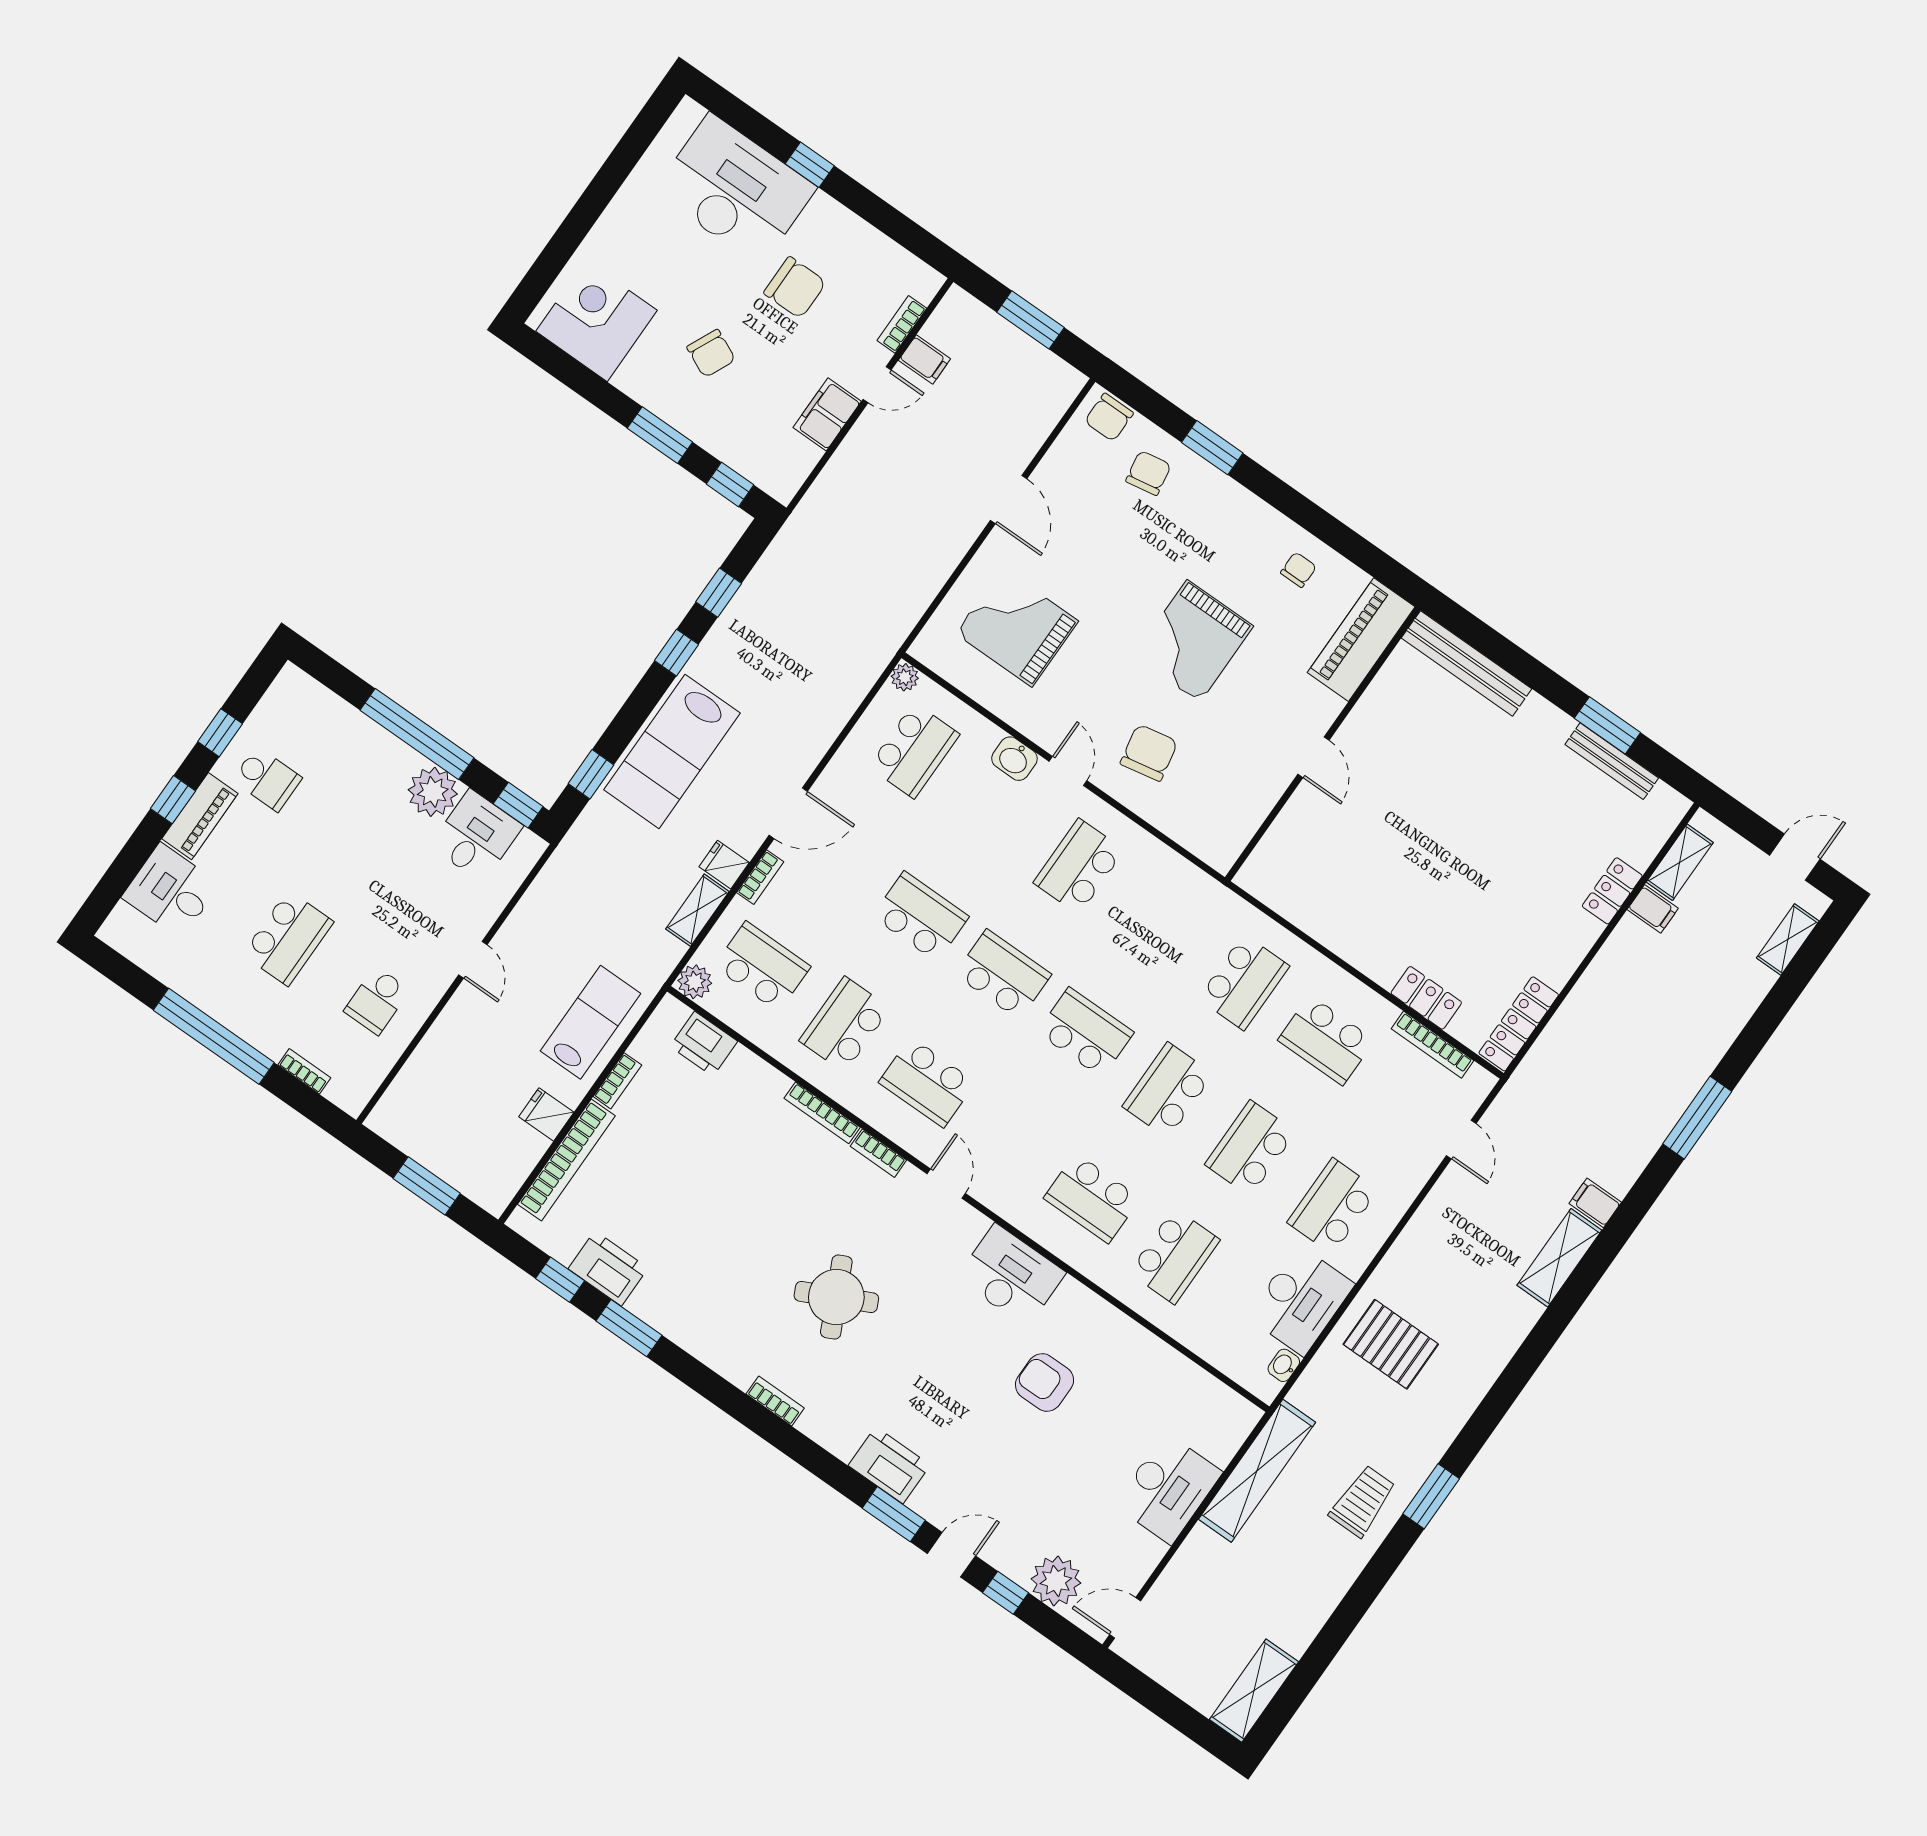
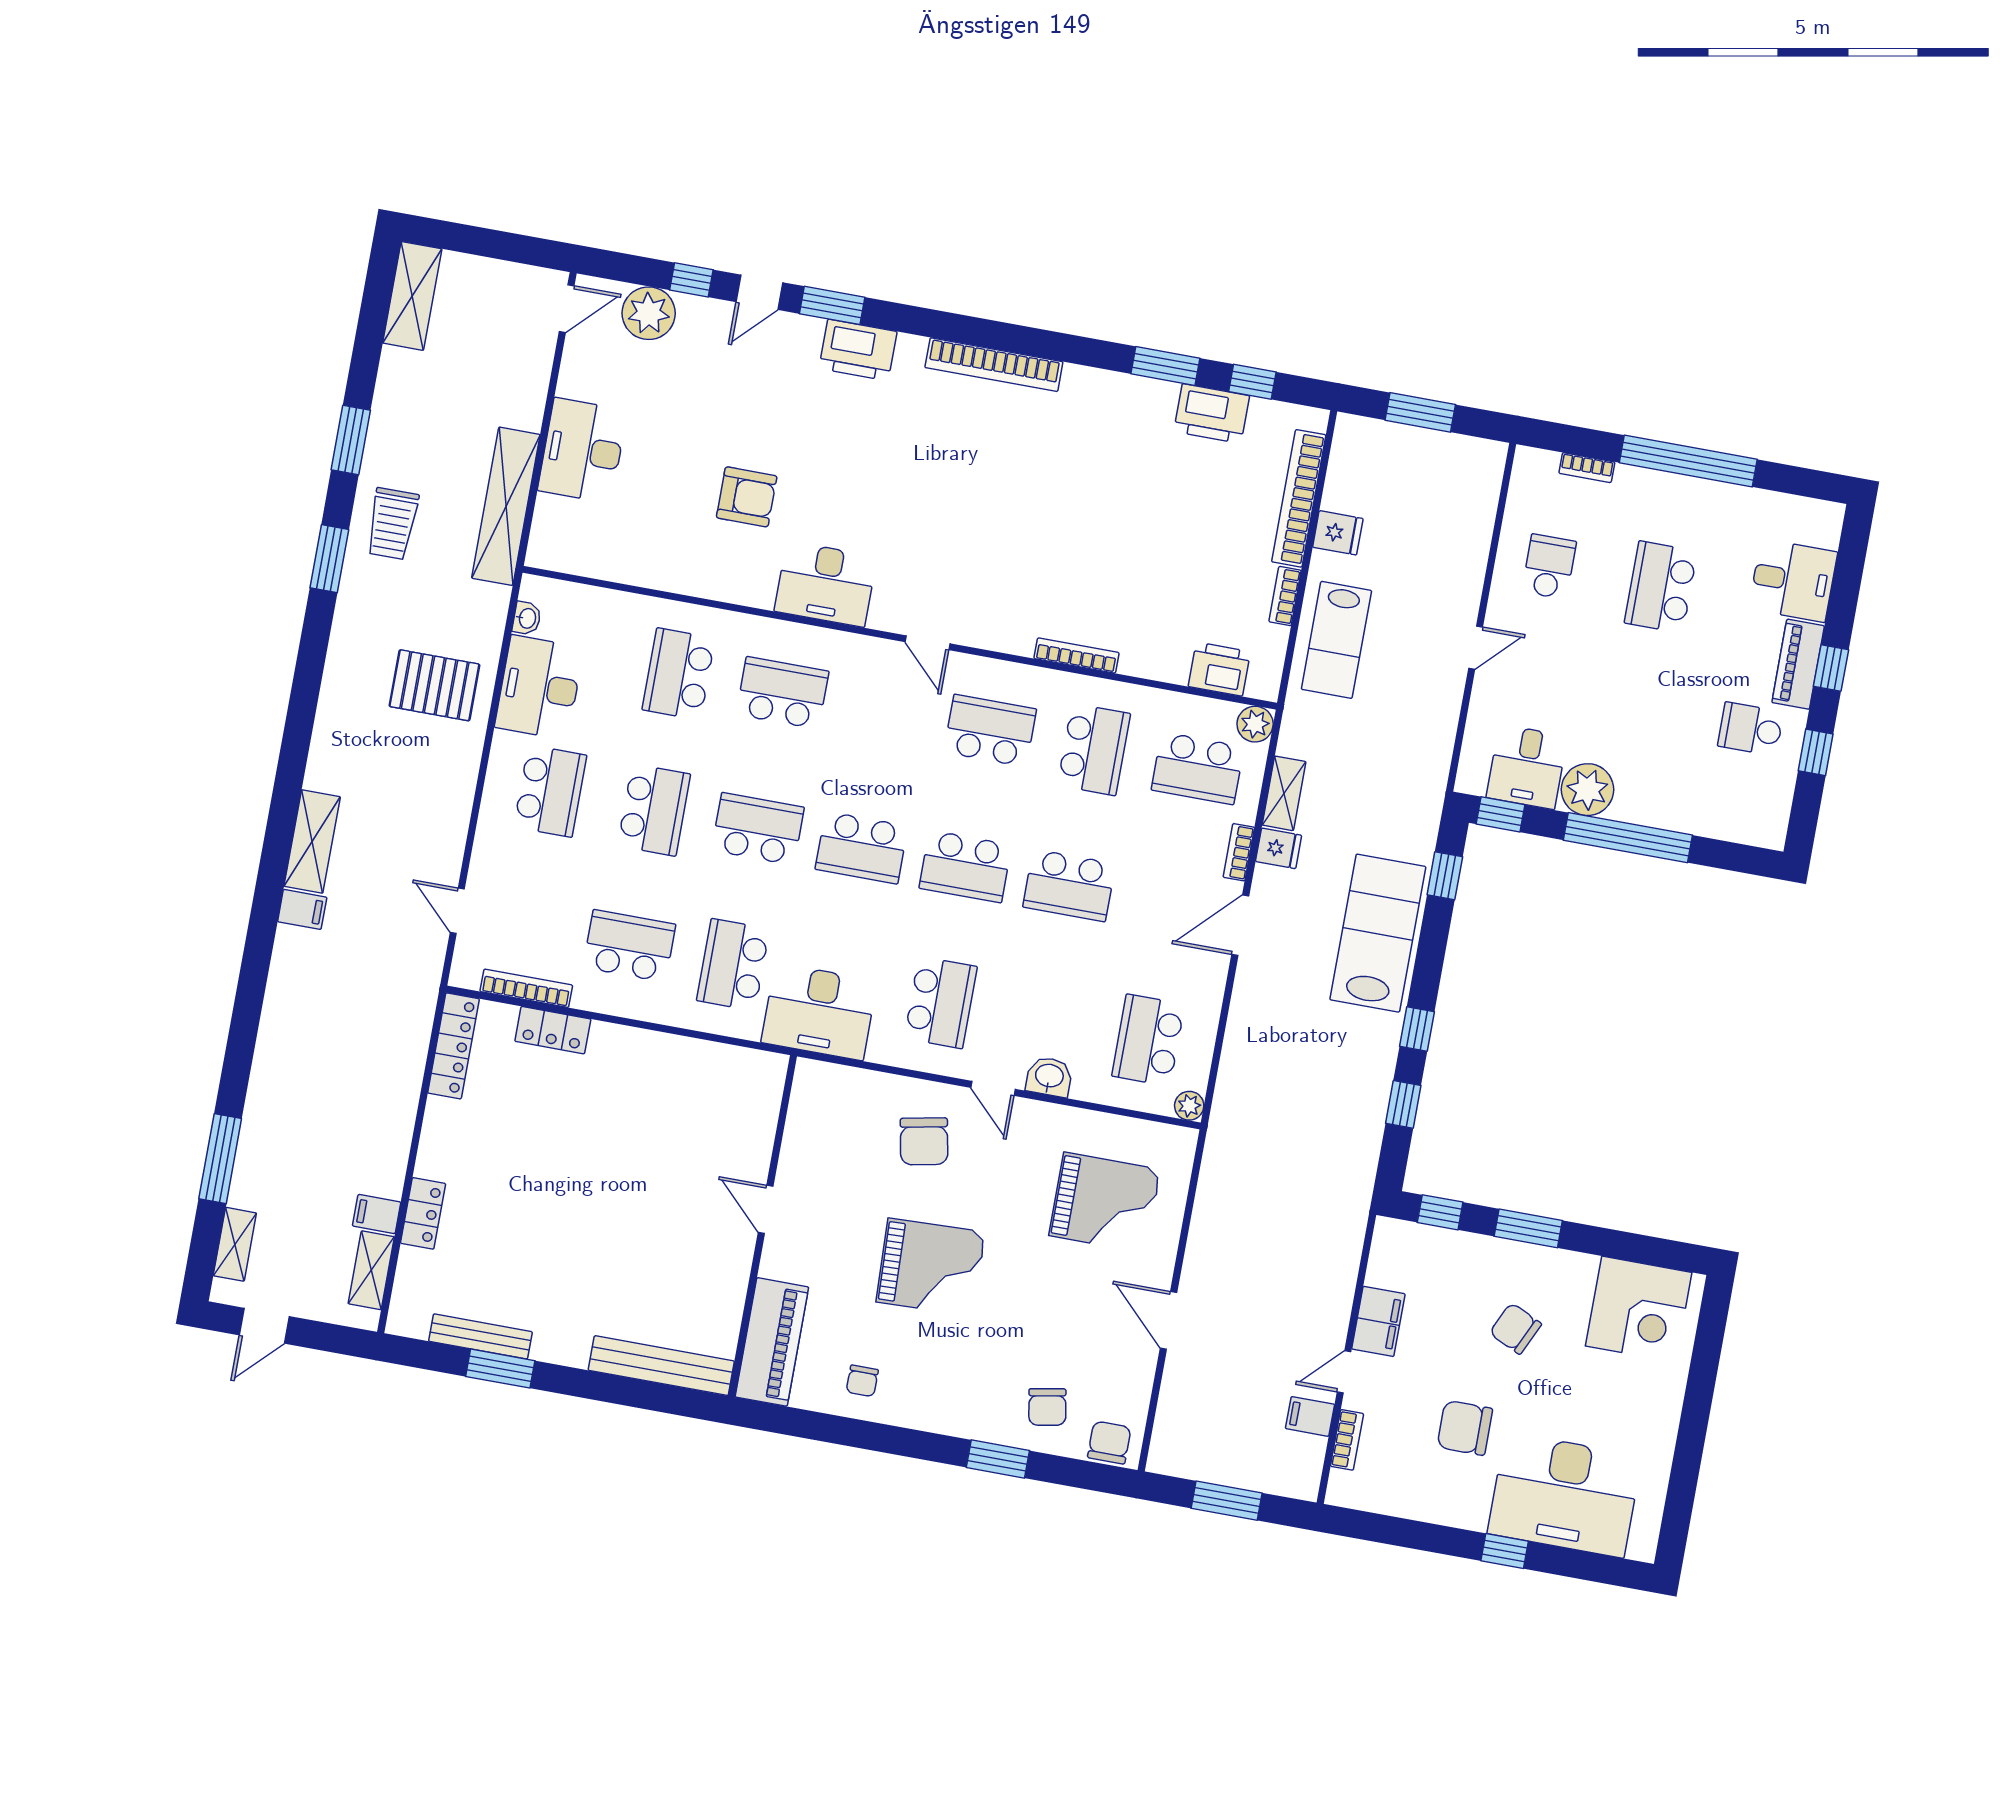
grand piano: (1193, 641) -> (931, 1267), turned 88
desk: (1188, 907) -> (819, 1012), added
door: (473, 960) -> (1476, 648), swing flipped
school desk: (1168, 1090) -> (758, 829), turned -90
window: (1697, 1118) -> (220, 1159), moved
bookcase: (878, 1153) -> (1005, 642), removed
round table: (836, 1297) -> (982, 487), removed
bookcase: (775, 1401) -> (994, 365), width x2.31, depth x1.31
window: (1365, 1590) -> (351, 440), added

